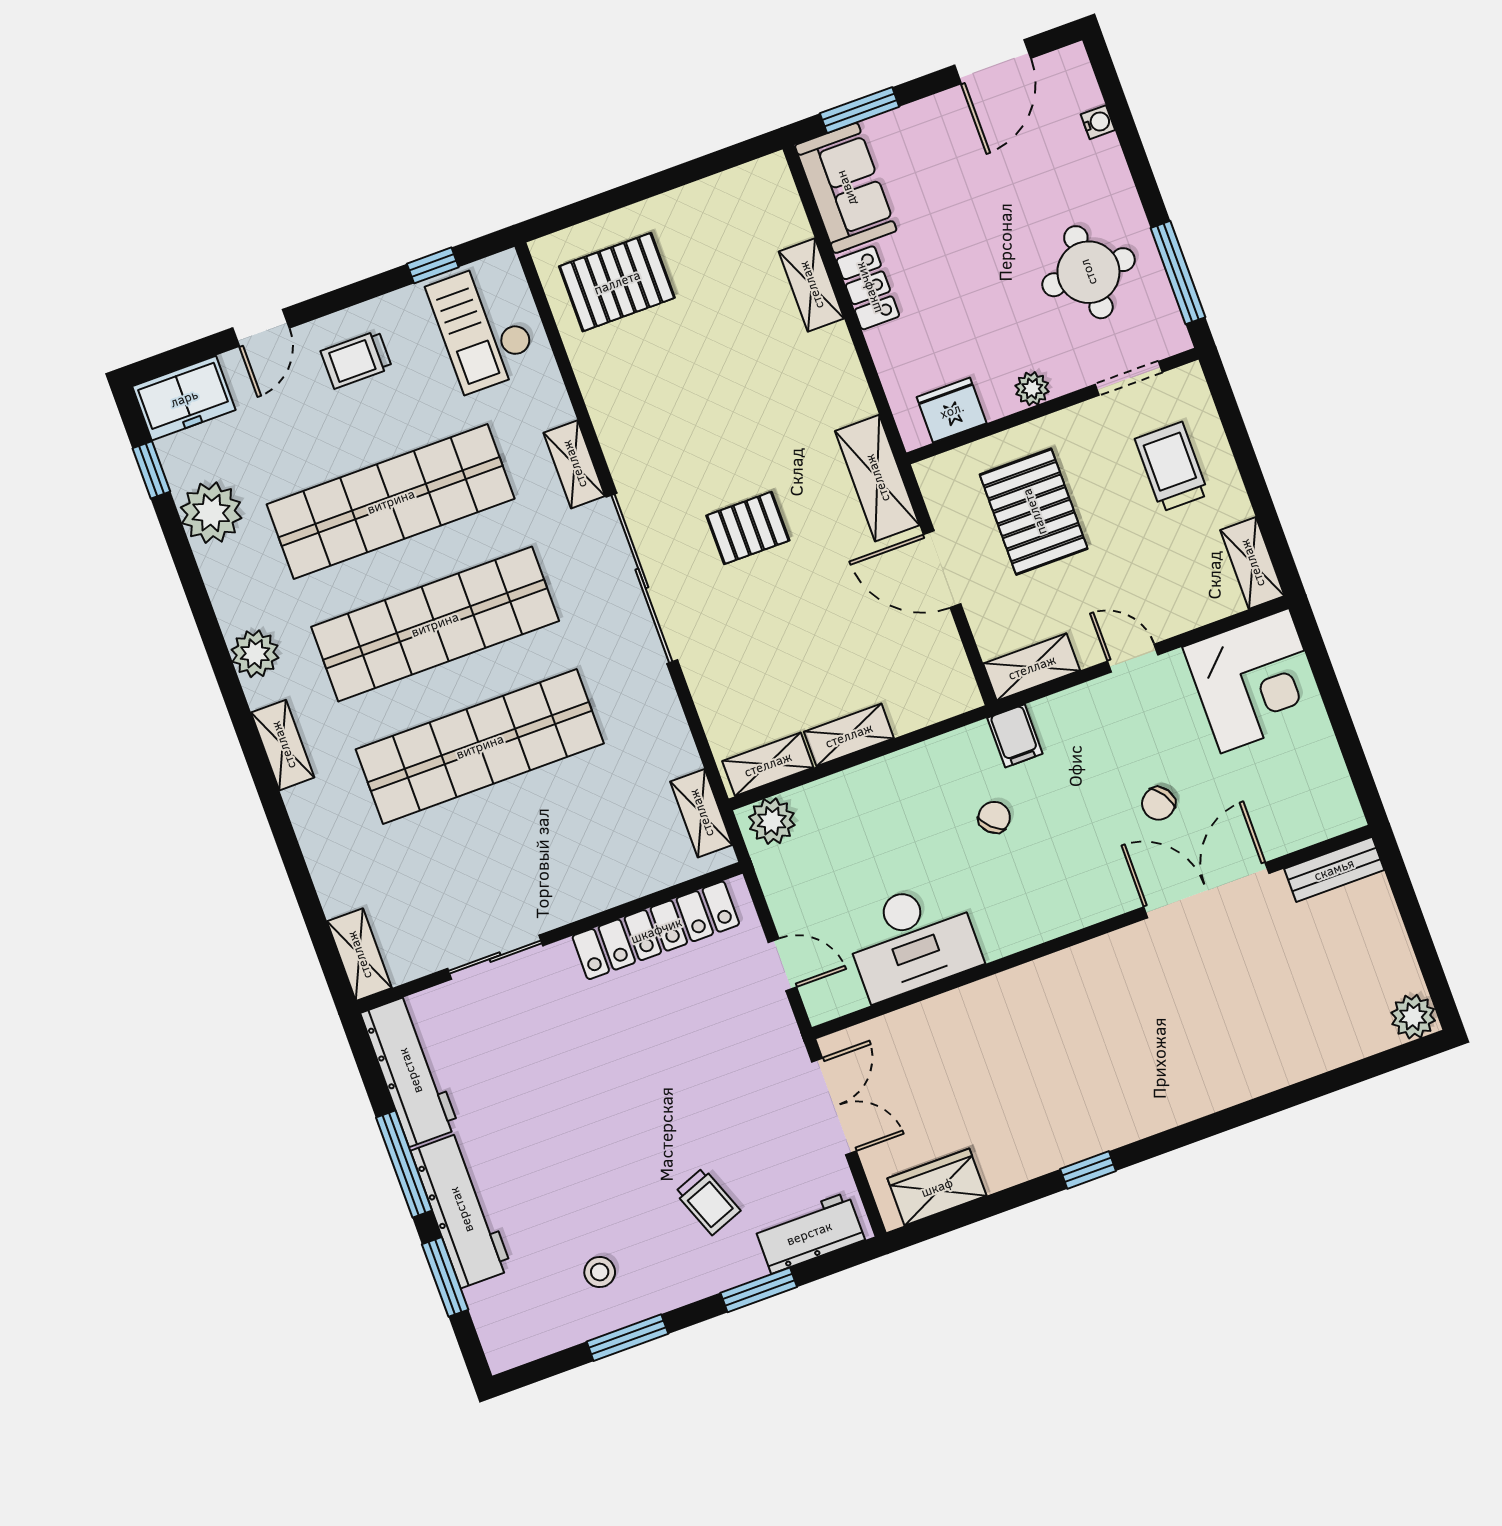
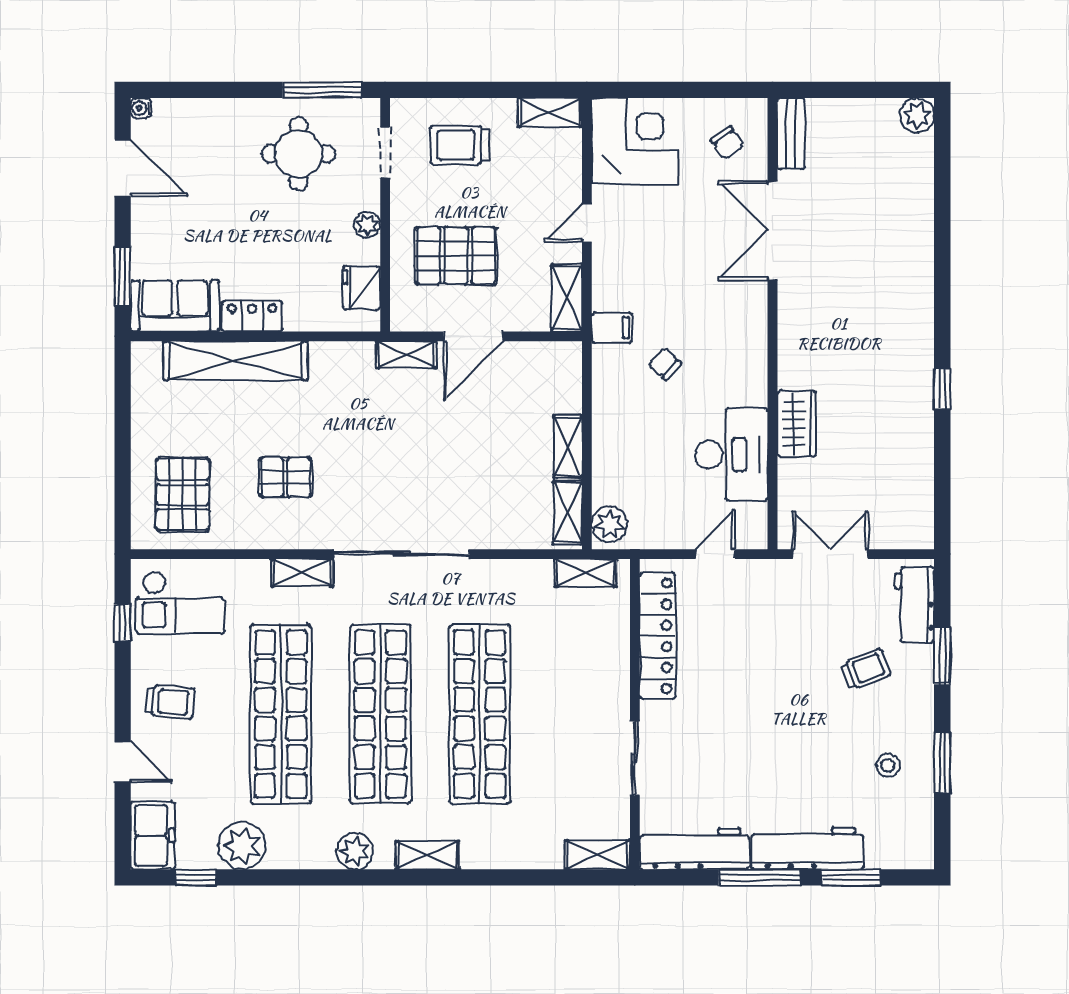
water cooler: (1098, 122) -> (141, 108), moved, turned -90
shelving: (811, 285) -> (235, 361), width x2.20, depth x1.33
trolley: (356, 360) -> (170, 702), turned -85
shelving: (877, 478) -> (406, 355), width x0.67, depth x0.75
pallet: (748, 528) -> (285, 477), moved, turned 90
chair: (1158, 803) -> (727, 143), moved
wardrobe: (937, 1187) -> (797, 424), moved, turned 180

